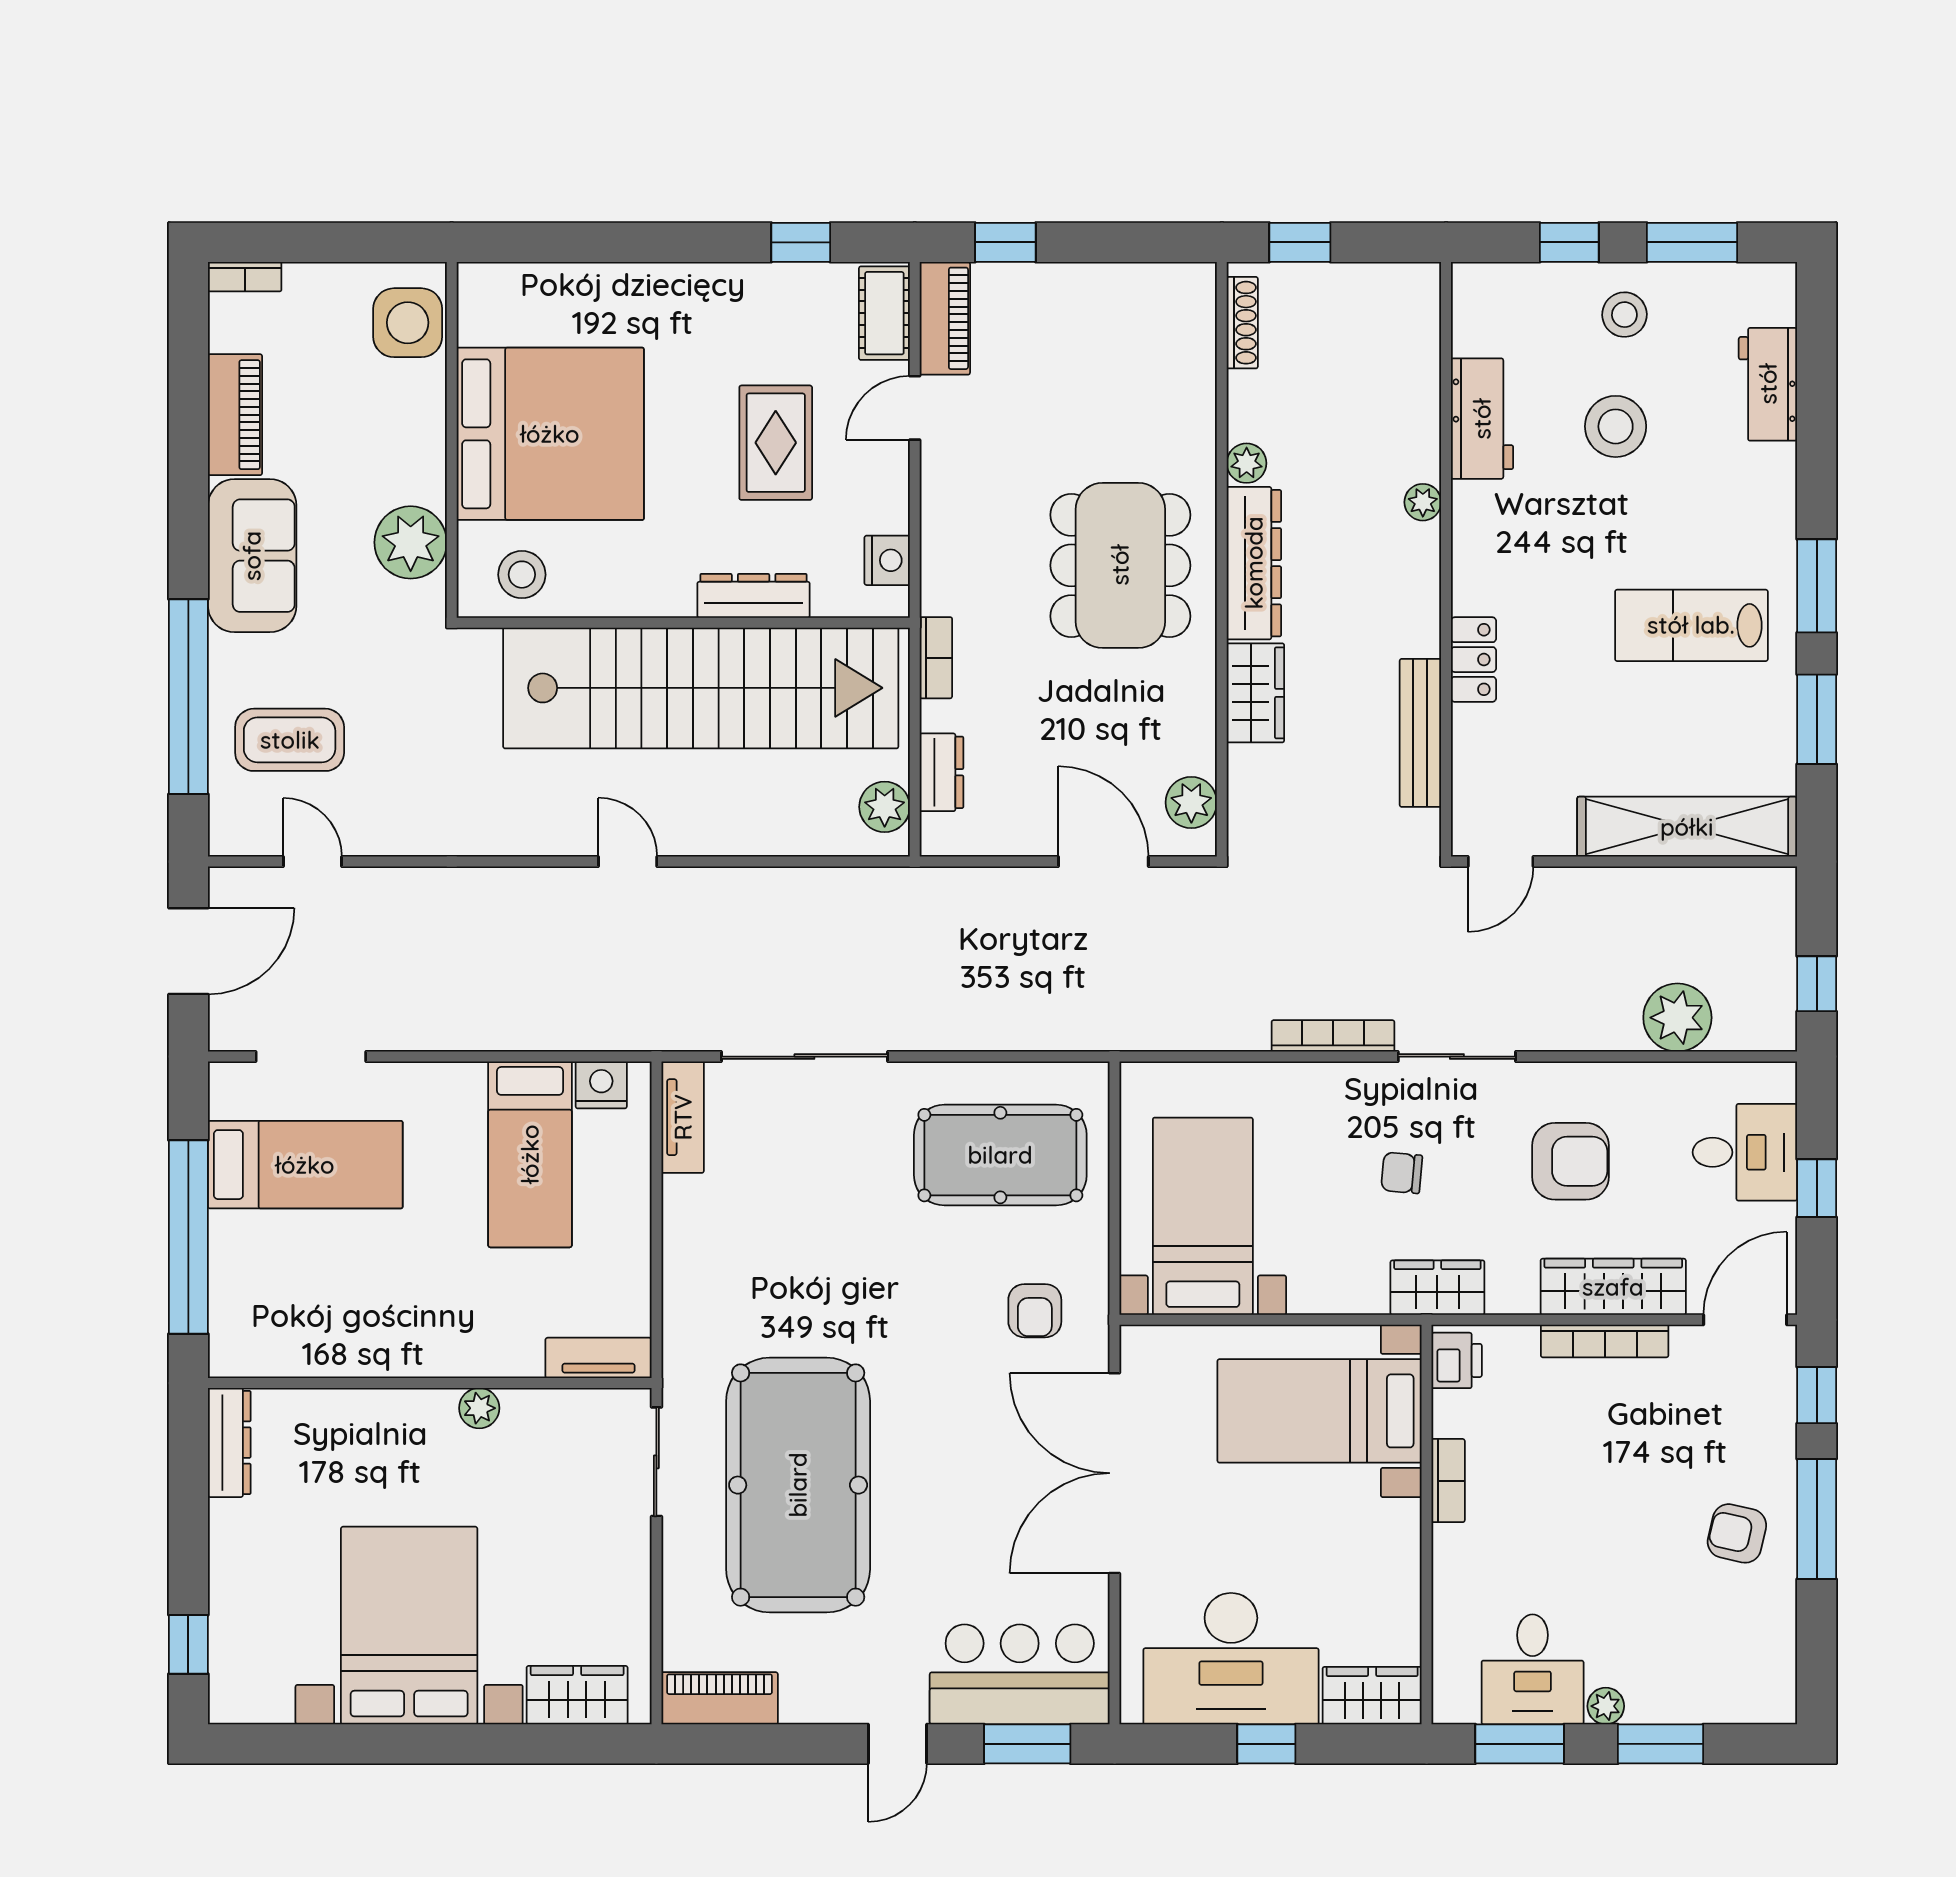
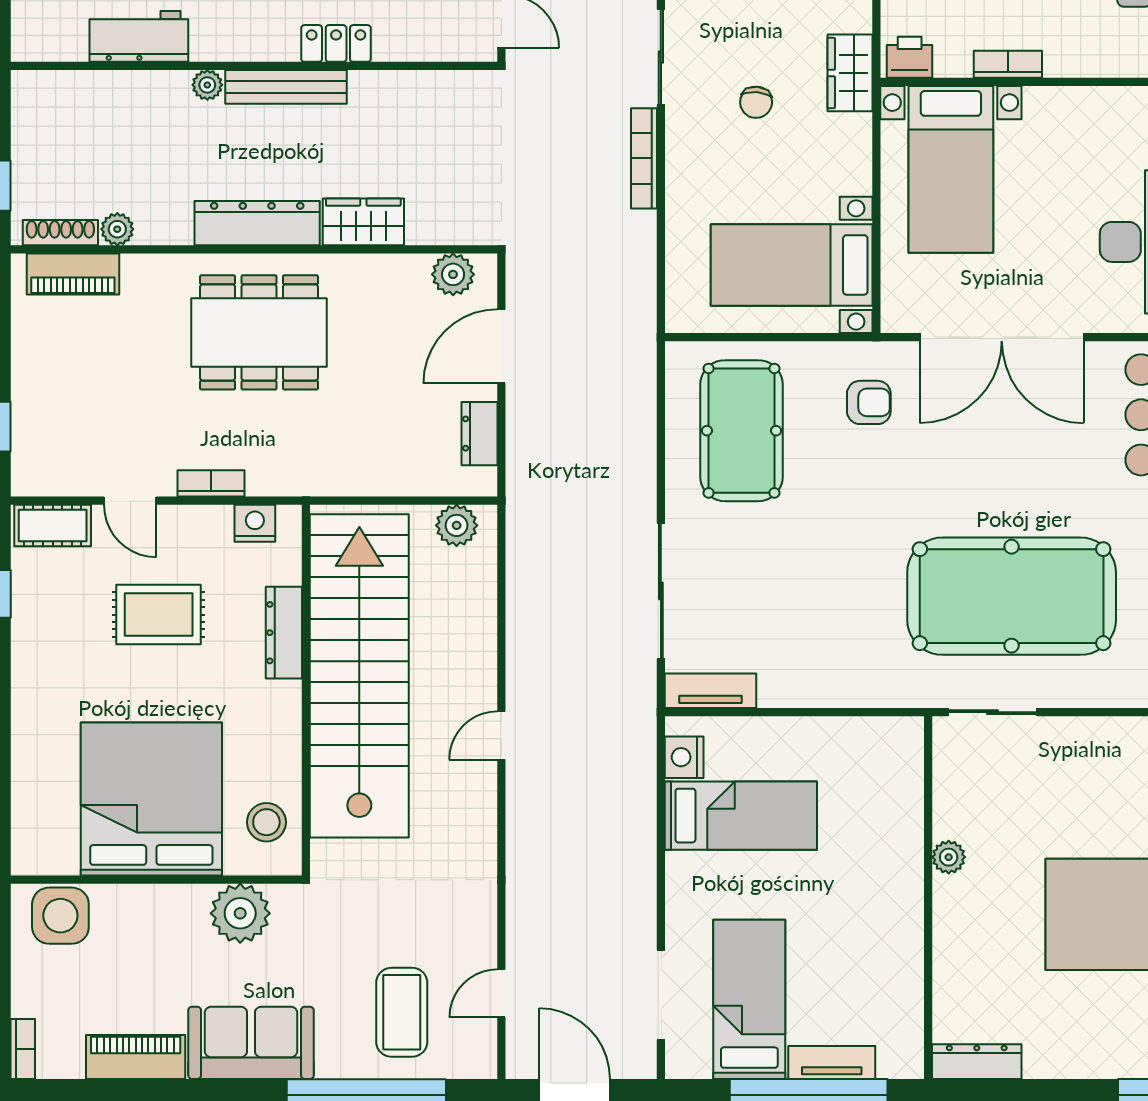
piano: (945, 318) -> (73, 274), moved, turned 180
plant: (1247, 463) -> (117, 229), moved
bookcase: (936, 658) -> (211, 483), moved
bench: (1420, 733) -> (286, 87), moved
dresser: (941, 772) -> (479, 434), moved, turned -90
tv unit: (598, 1358) -> (832, 1063), moved, turned 90

